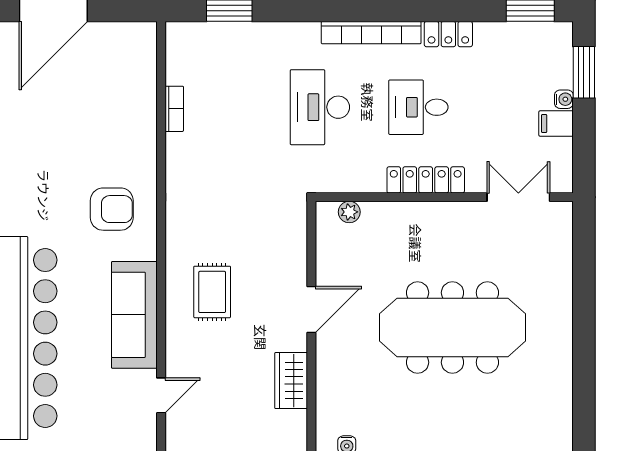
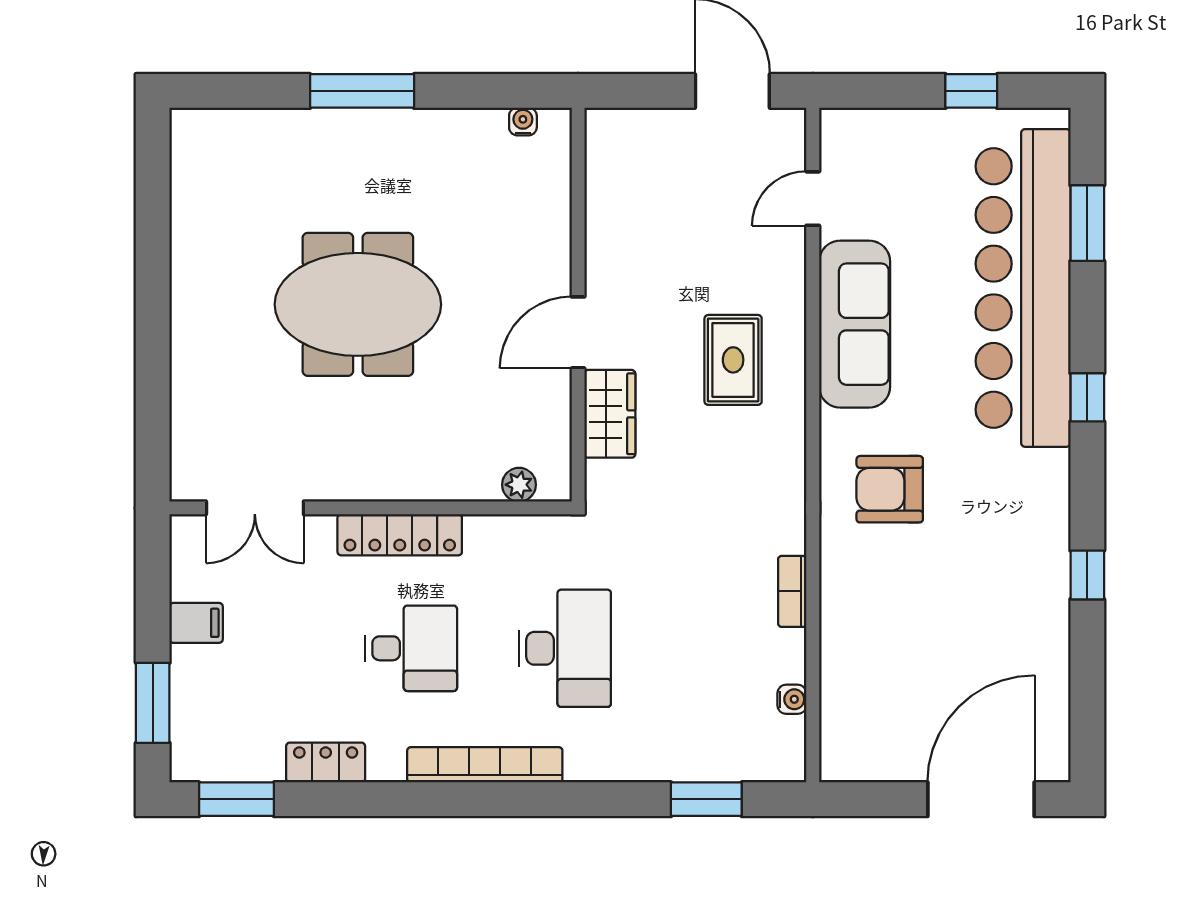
locker: (448, 34) -> (326, 762), moved
water cooler: (564, 99) -> (792, 699), moved, turned 180
bookcase: (174, 109) -> (792, 591), moved
meeting table: (452, 327) -> (358, 304), width x0.73
wardrobe: (291, 381) -> (610, 414), moved

